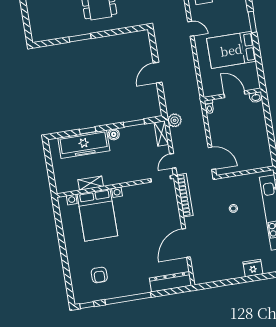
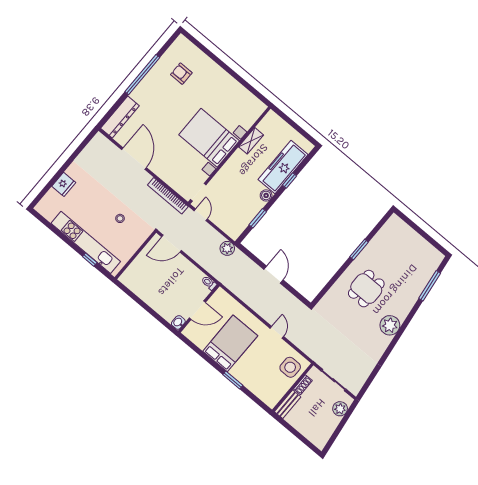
door: (191, 29) -> (277, 332), swing flipped
shelving: (161, 133) -> (229, 229), removed
bed with nightstands: (97, 215) -> (209, 138), moved
window: (87, 305) -> (170, 41), removed

